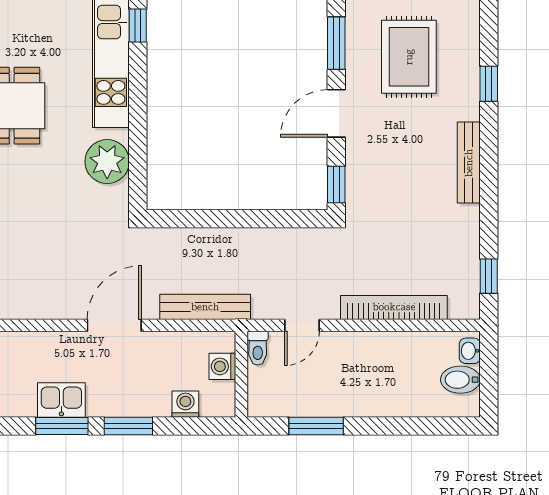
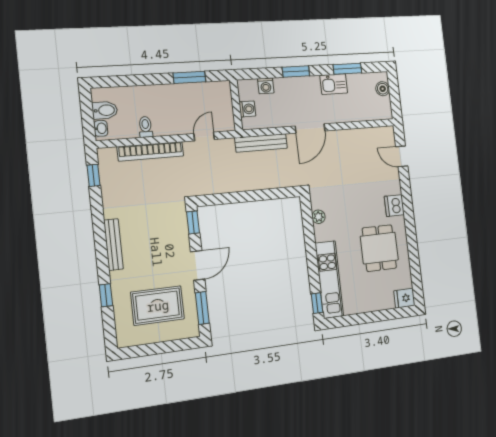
rug: (409, 57) -> (158, 306), turned 90
plant: (107, 162) -> (318, 217), width x0.53, depth x0.53
toilet: (258, 348) -> (146, 127), moved
window: (62, 426) -> (347, 69), moved

